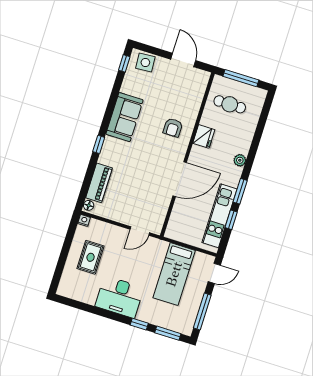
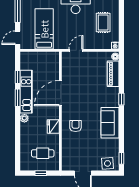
window: (241, 78) -> (41, 173), width x0.46
kitchen unit: (219, 216) -> (26, 92), moved

